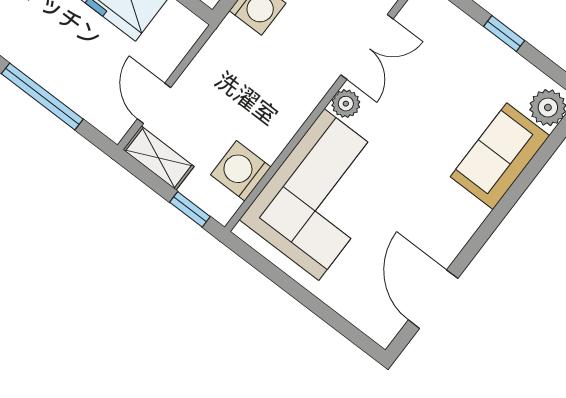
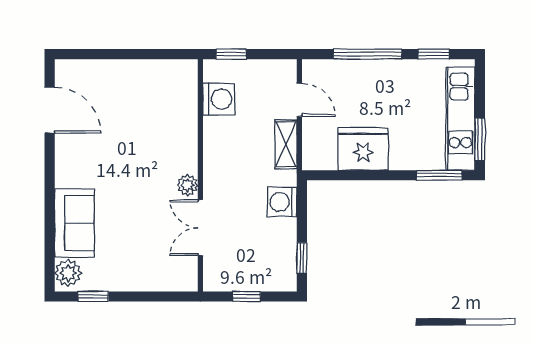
window: (504, 34) -> (93, 296), moved
shelving: (159, 158) -> (286, 144), moved, turned 90
corner sofa: (321, 195) -> (161, 121), removed

